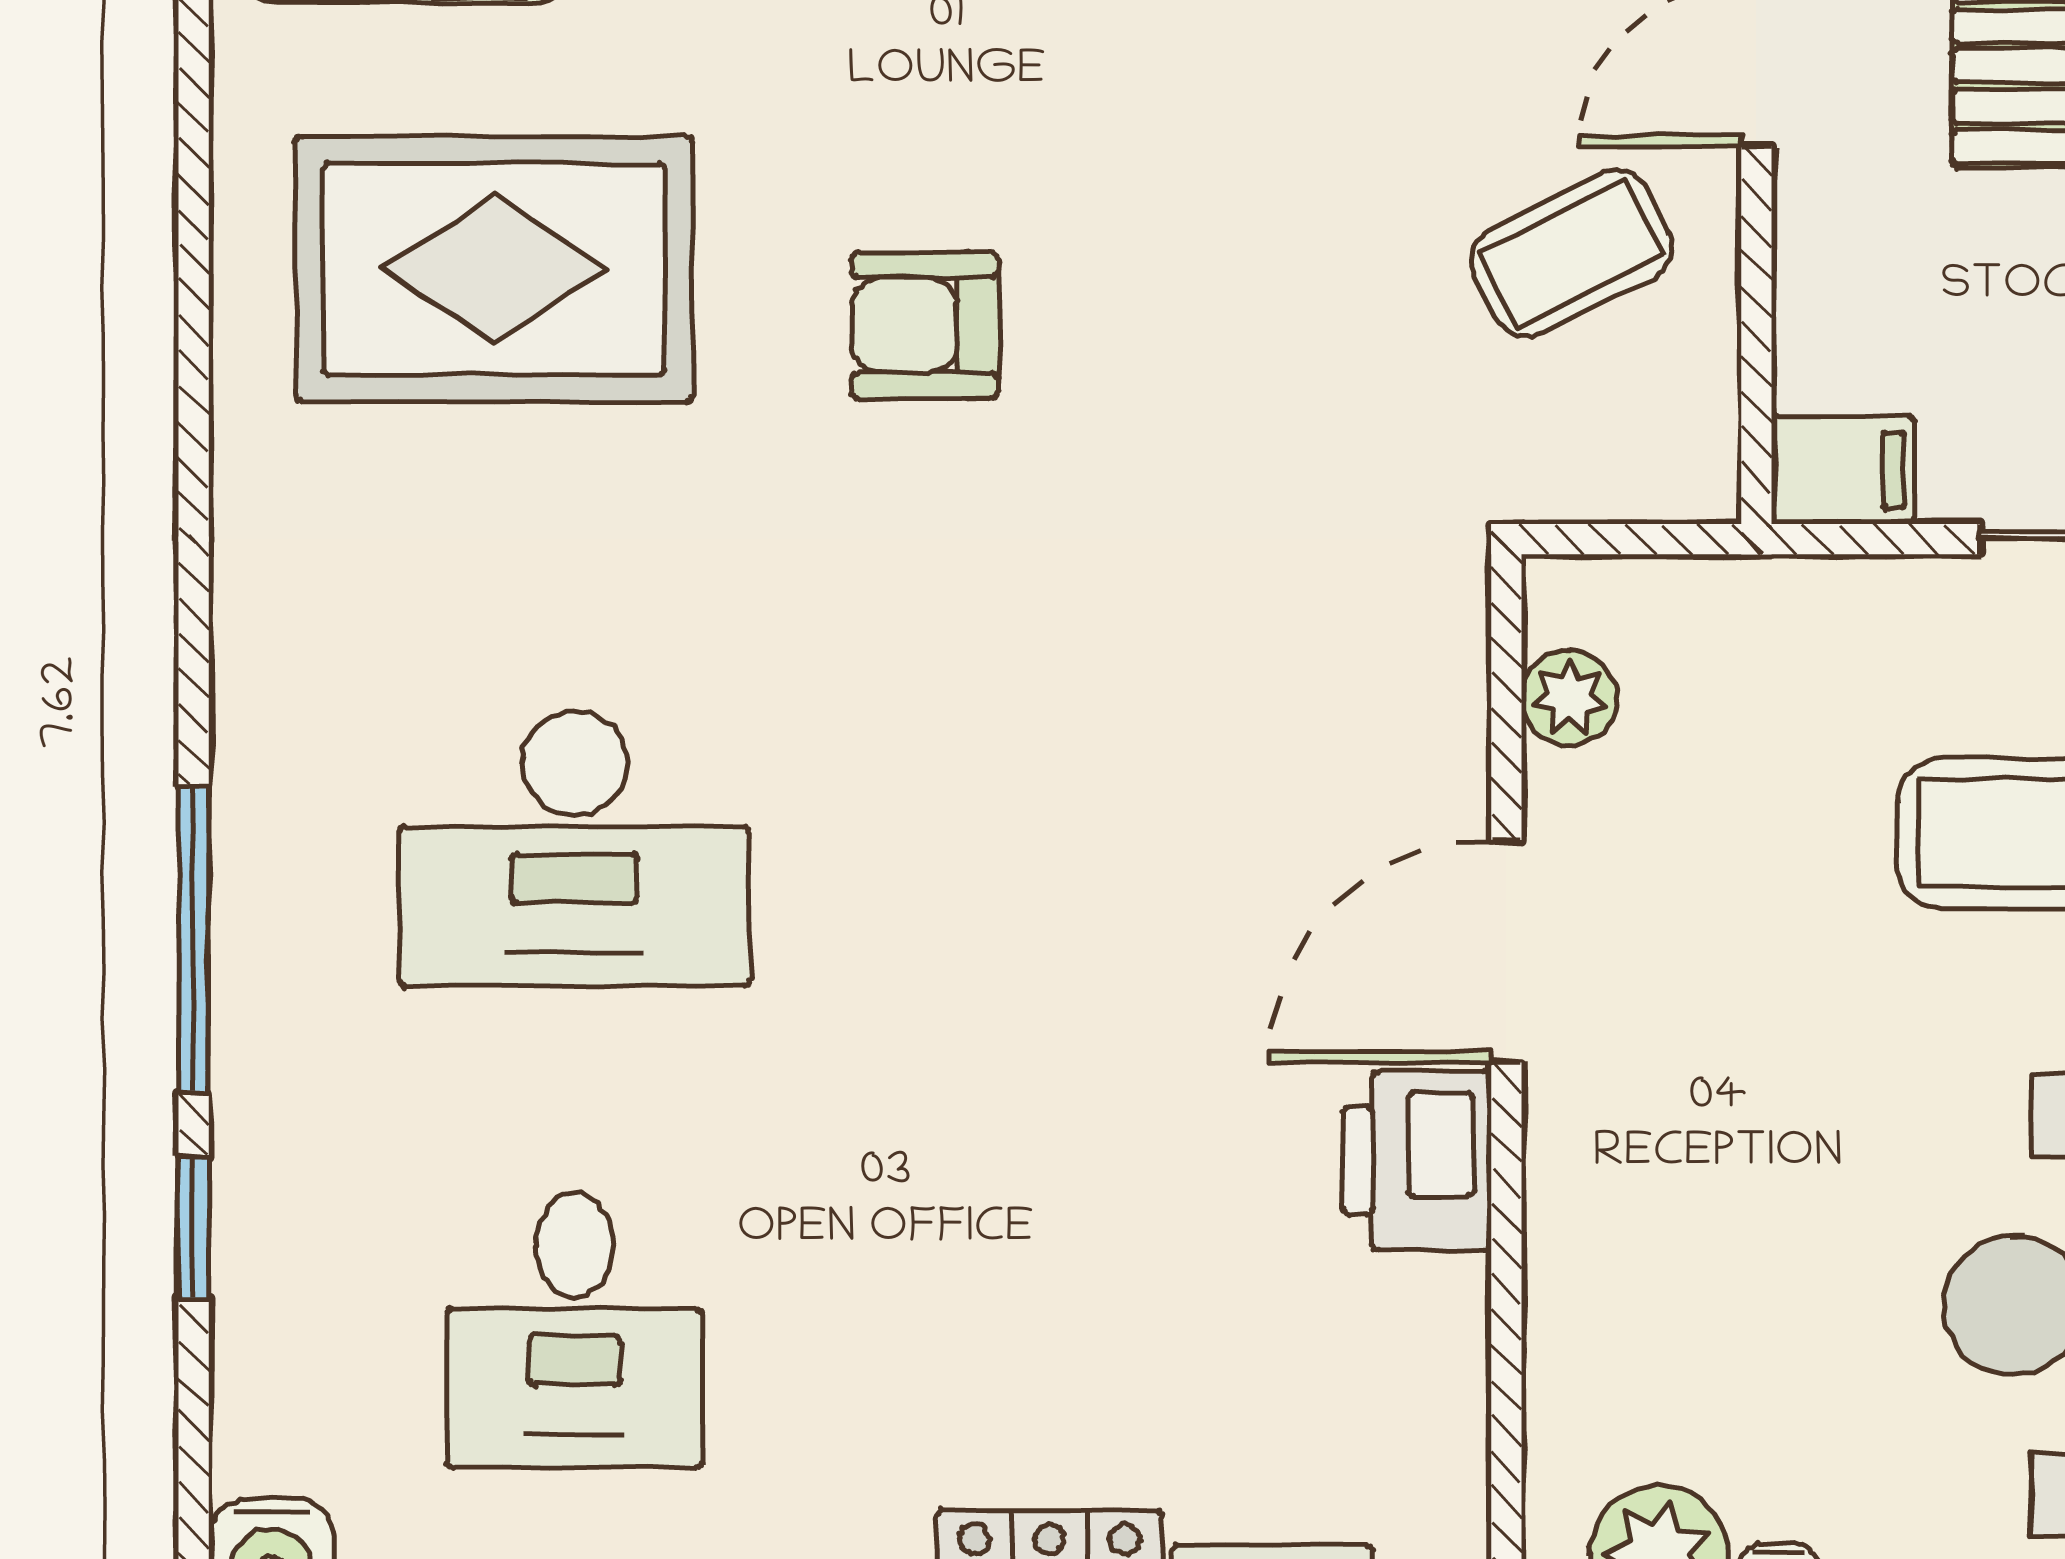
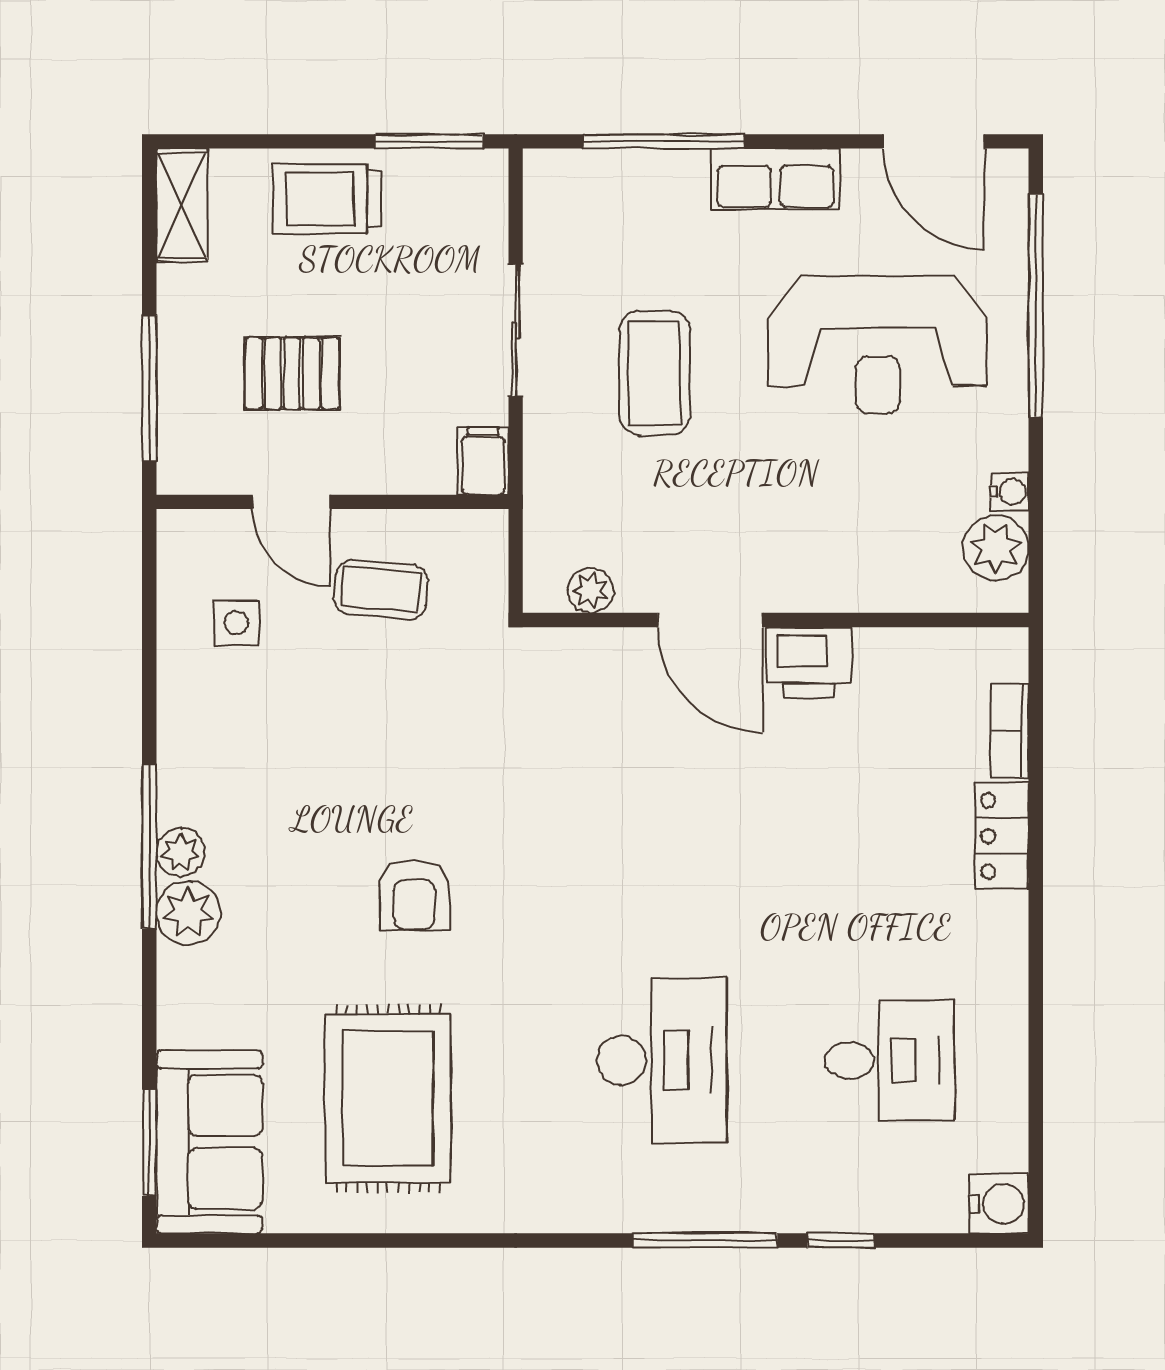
coffee table: (1571, 254) -> (381, 589), turned -58

